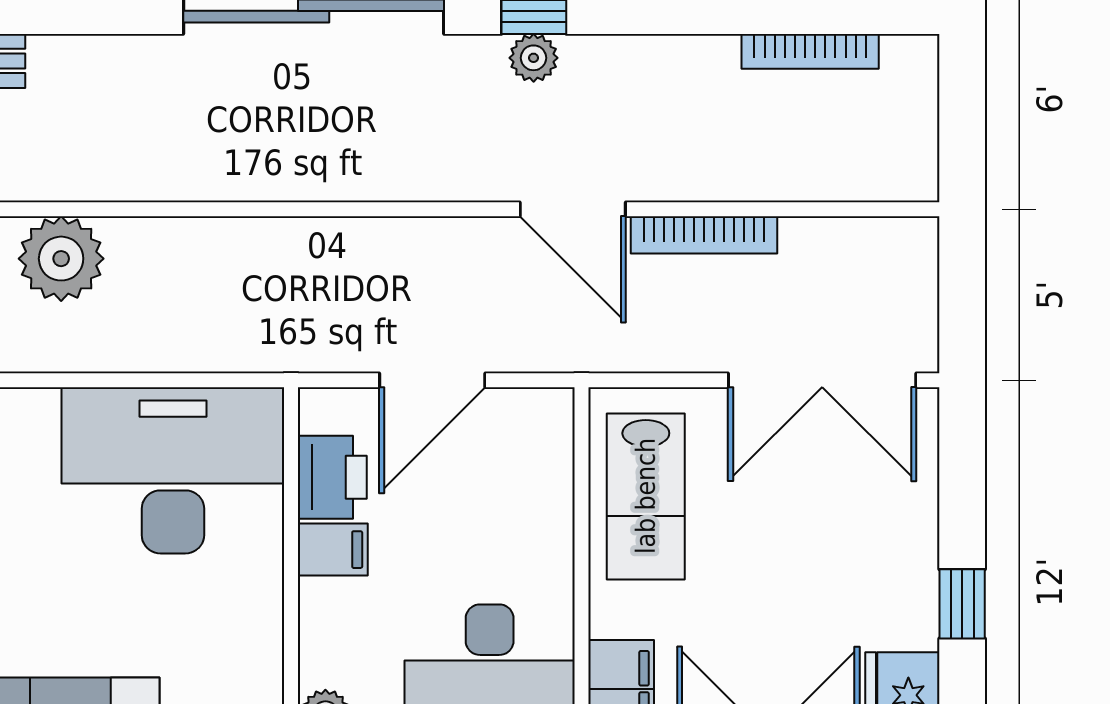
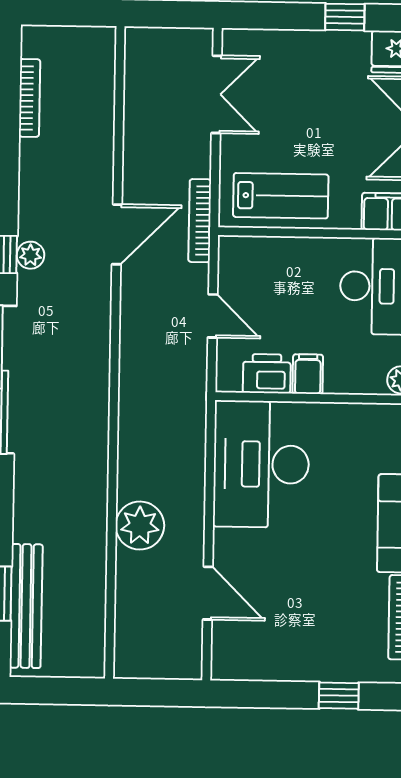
bookcase: (704, 235) -> (200, 221), moved, turned 180
door: (432, 380) -> (213, 316), width x0.73
double door: (822, 380) -> (216, 94), width x0.73

